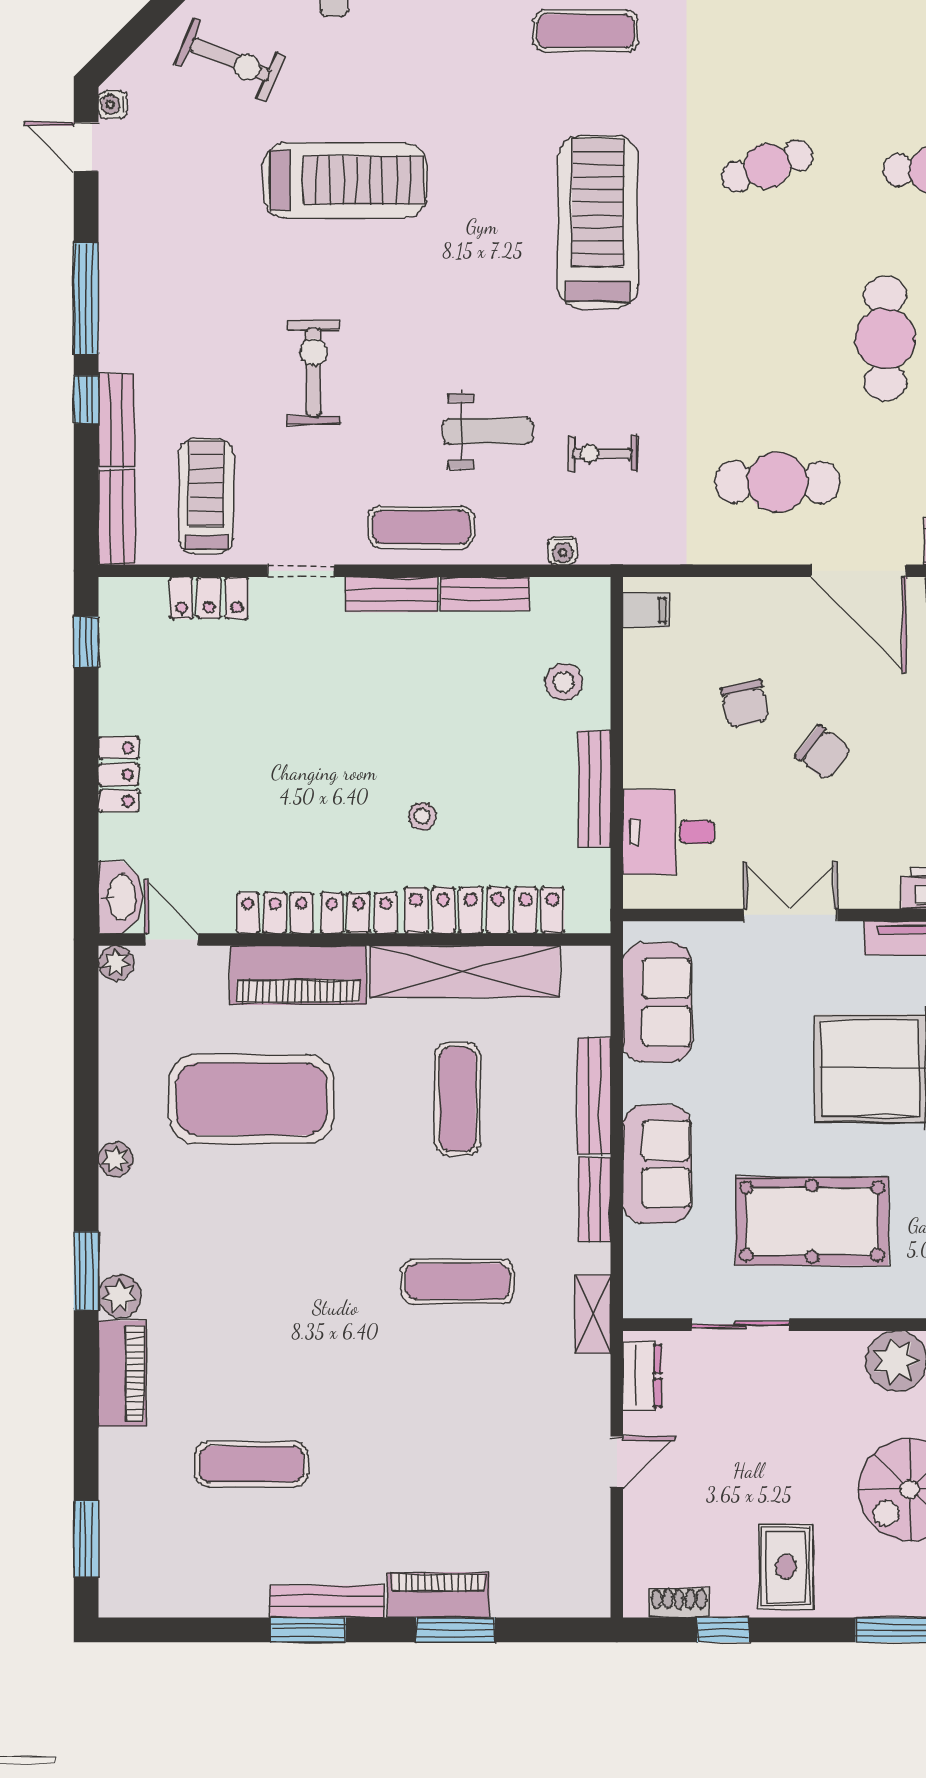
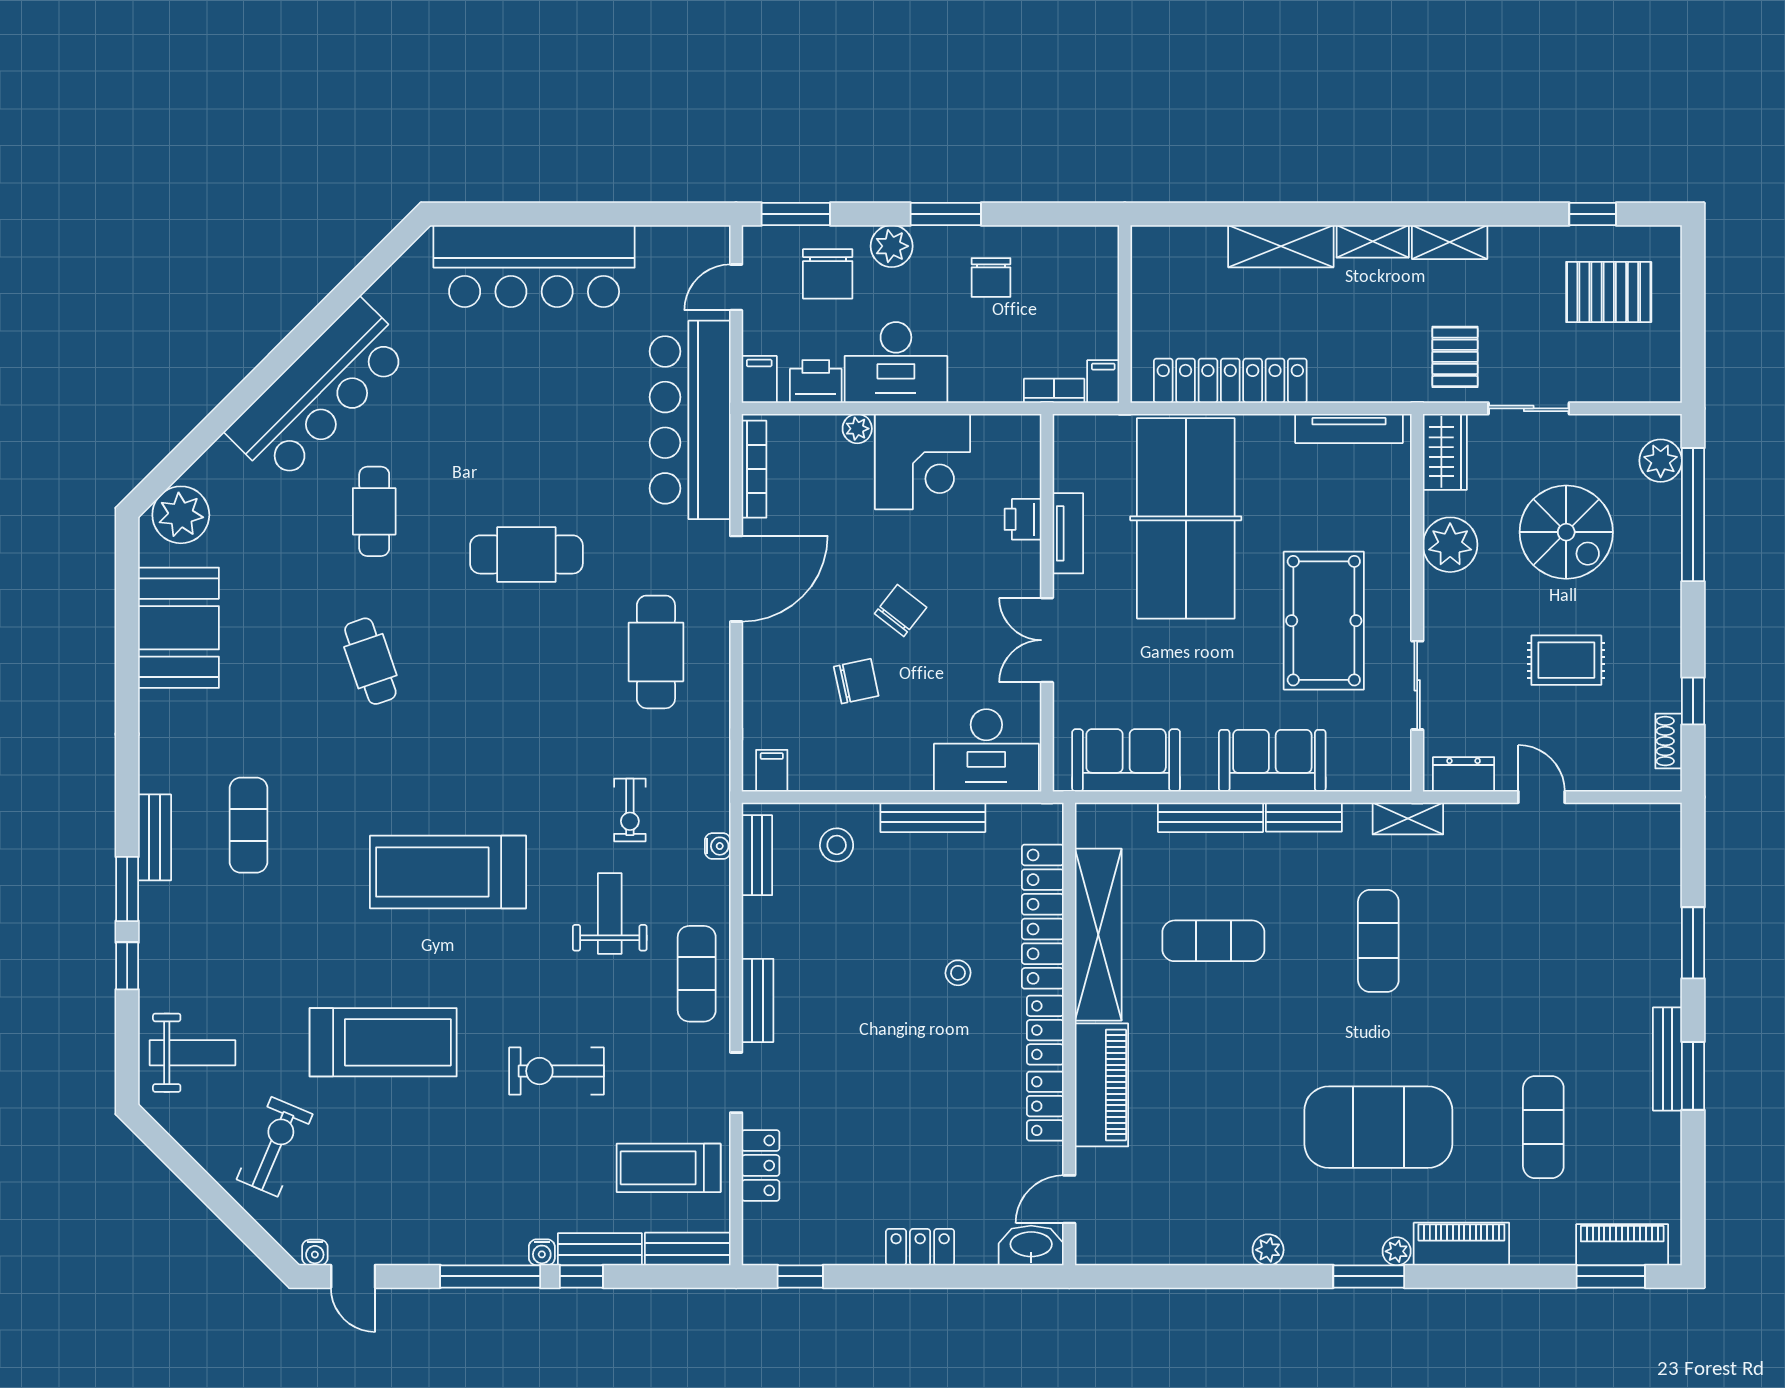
door: (86, 147) -> (353, 1276), hinge flipped
treadmill: (345, 180) -> (383, 1042), turned 90
treadmill: (598, 222) -> (448, 872), moved
water cooler: (113, 356) -> (542, 1252), added
bench: (485, 594) -> (757, 855), moved
desk: (669, 832) -> (986, 750), width x1.37
plant: (116, 963) -> (1091, 1250), removed
exercise mat: (251, 1099) -> (1378, 1127), moved, turned 90
plant: (120, 1296) -> (1397, 1251), width x0.73, depth x0.73
rug: (786, 1567) -> (1566, 660), moved
piano: (438, 1595) -> (1622, 1245), moved, turned 90

